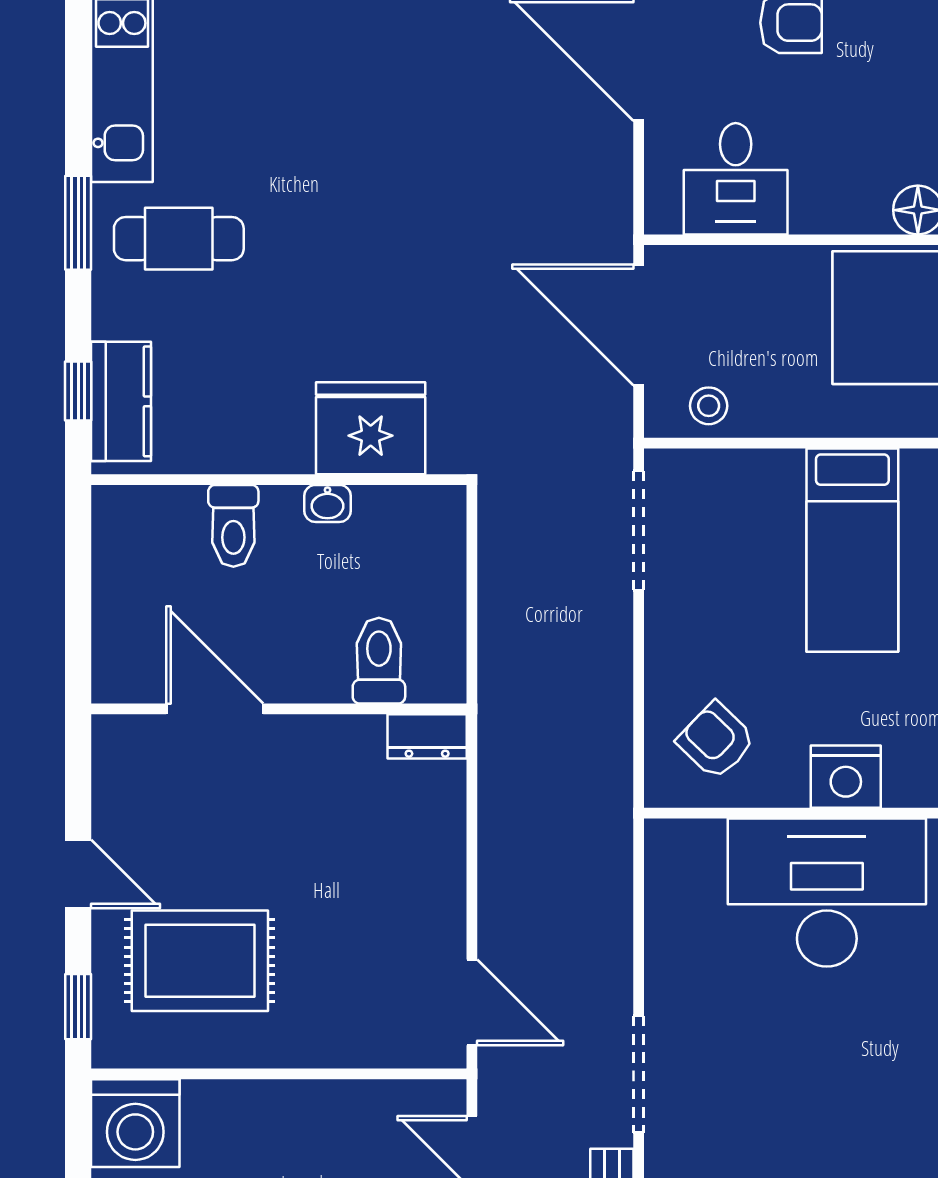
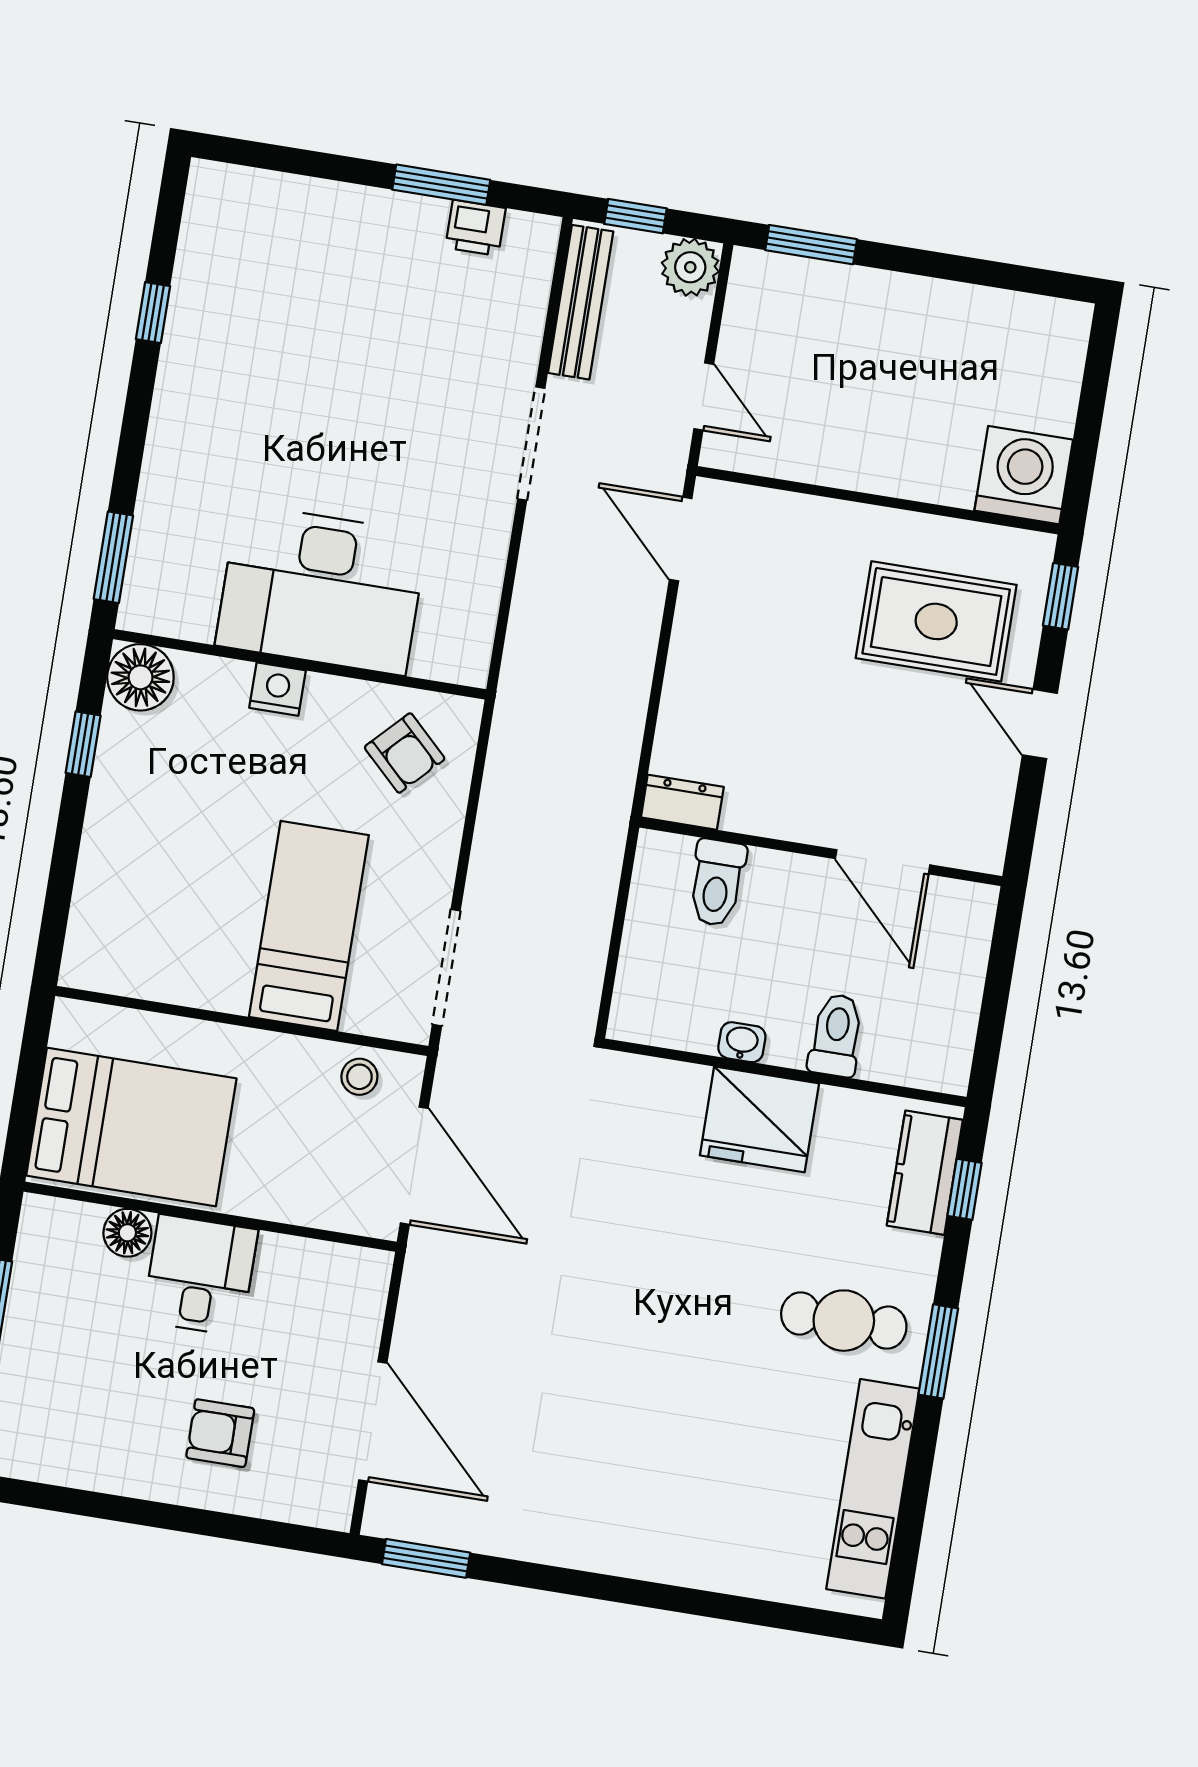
desk: (736, 179) -> (200, 1275), moved
fridge: (371, 428) -> (759, 1119), moved
bed: (852, 550) -> (309, 926), moved
nightstand: (846, 777) -> (278, 689), width x0.74, depth x0.75

